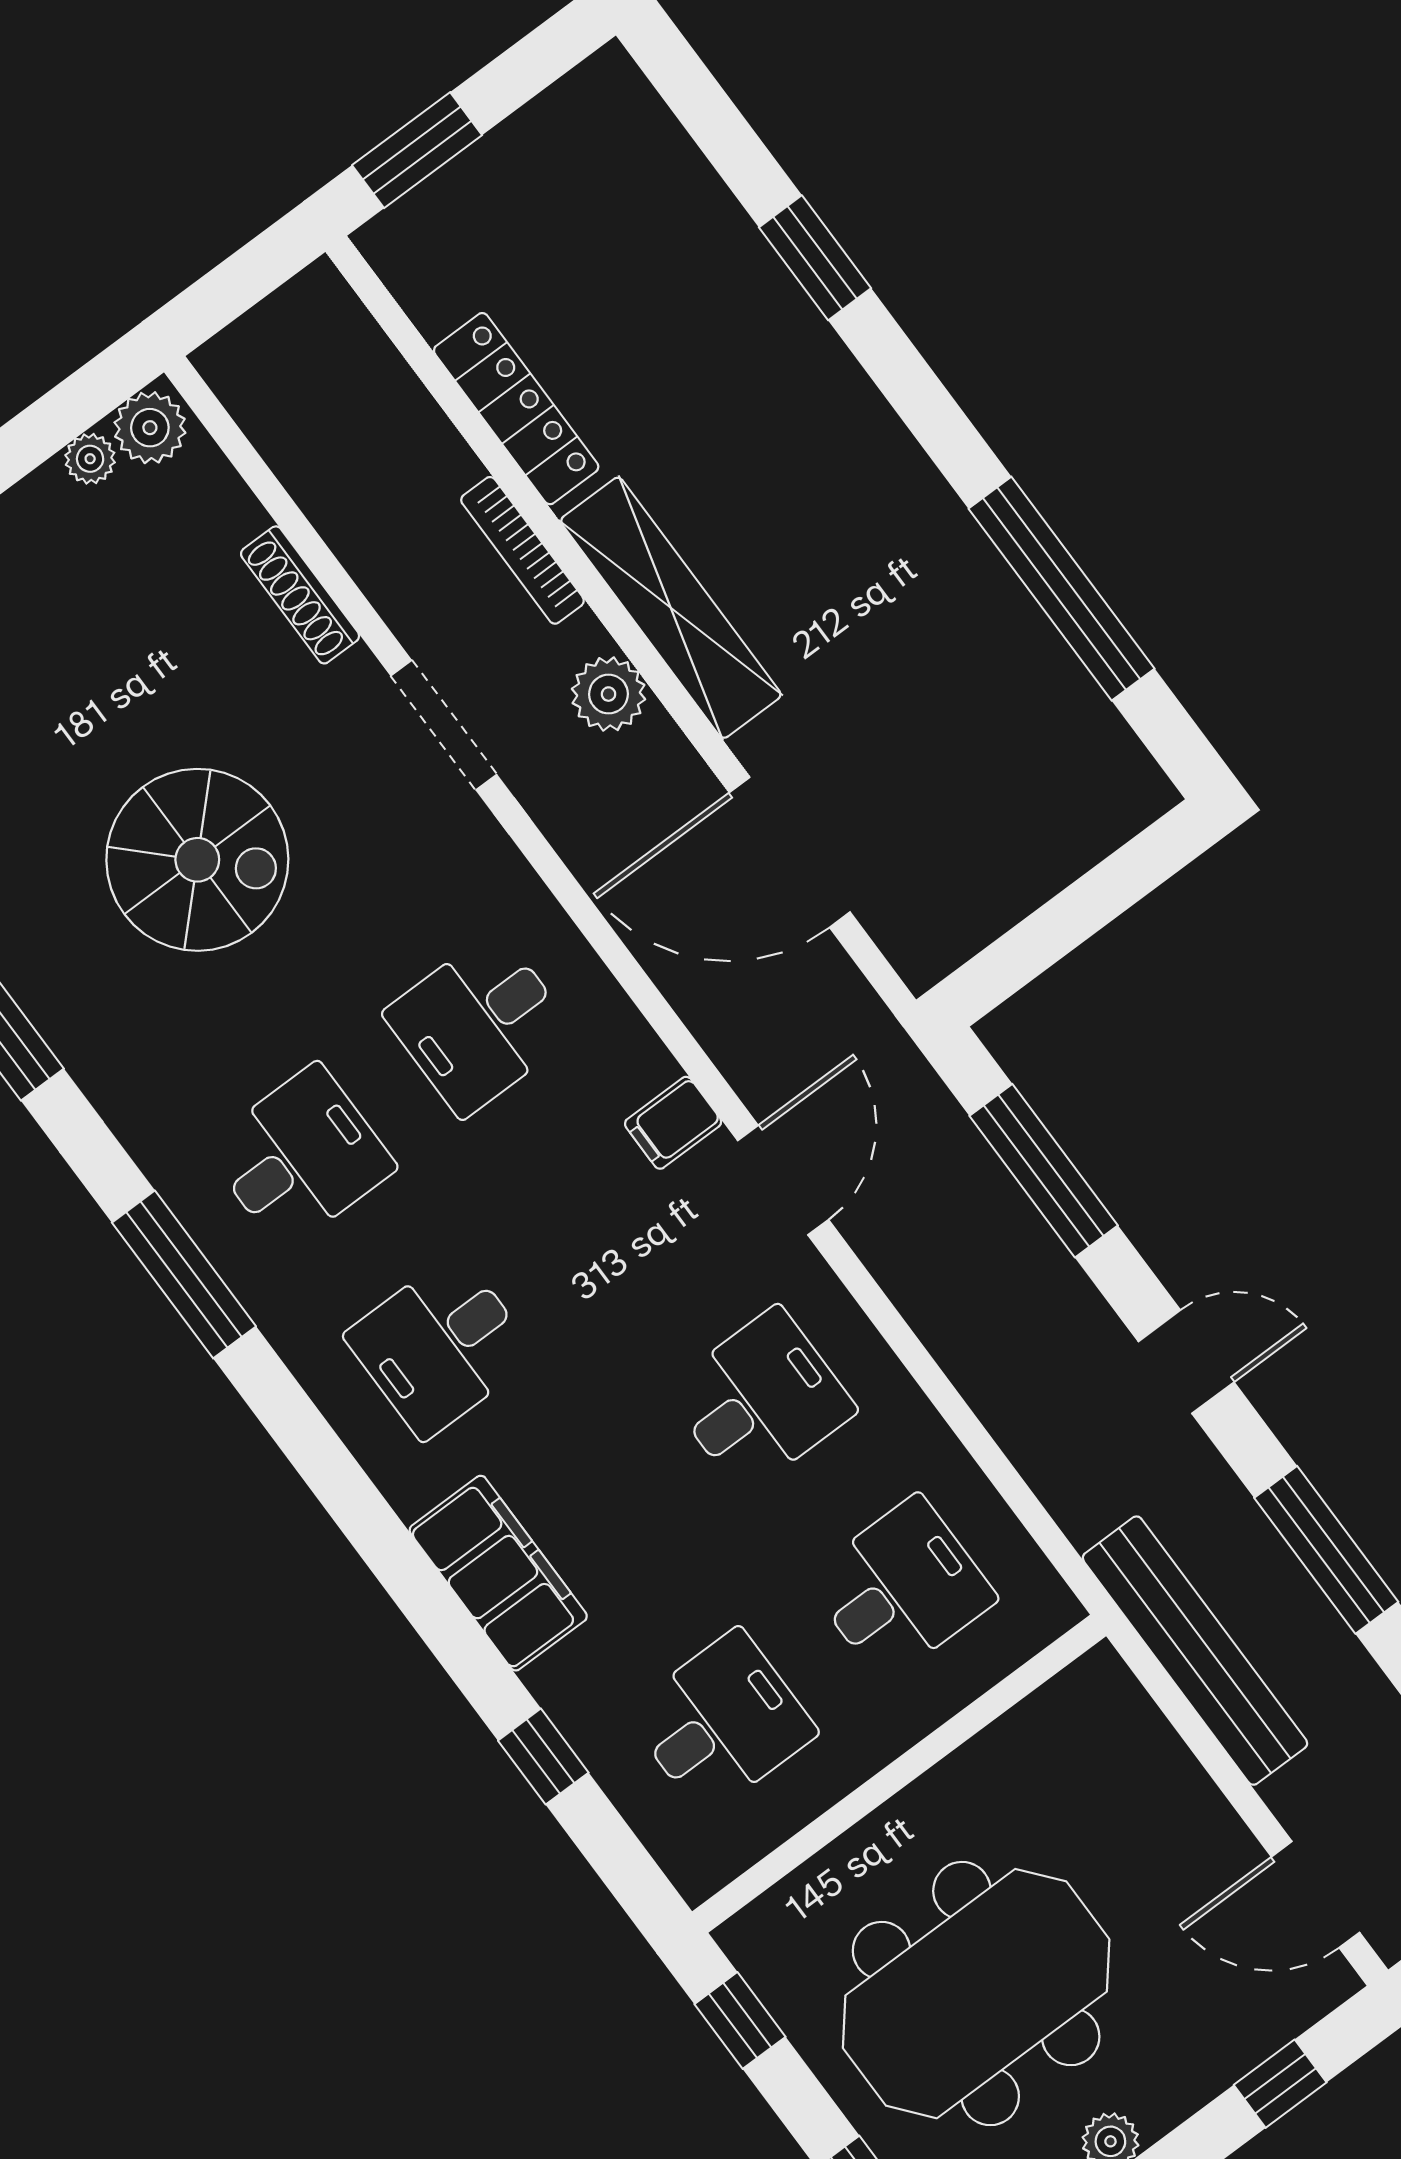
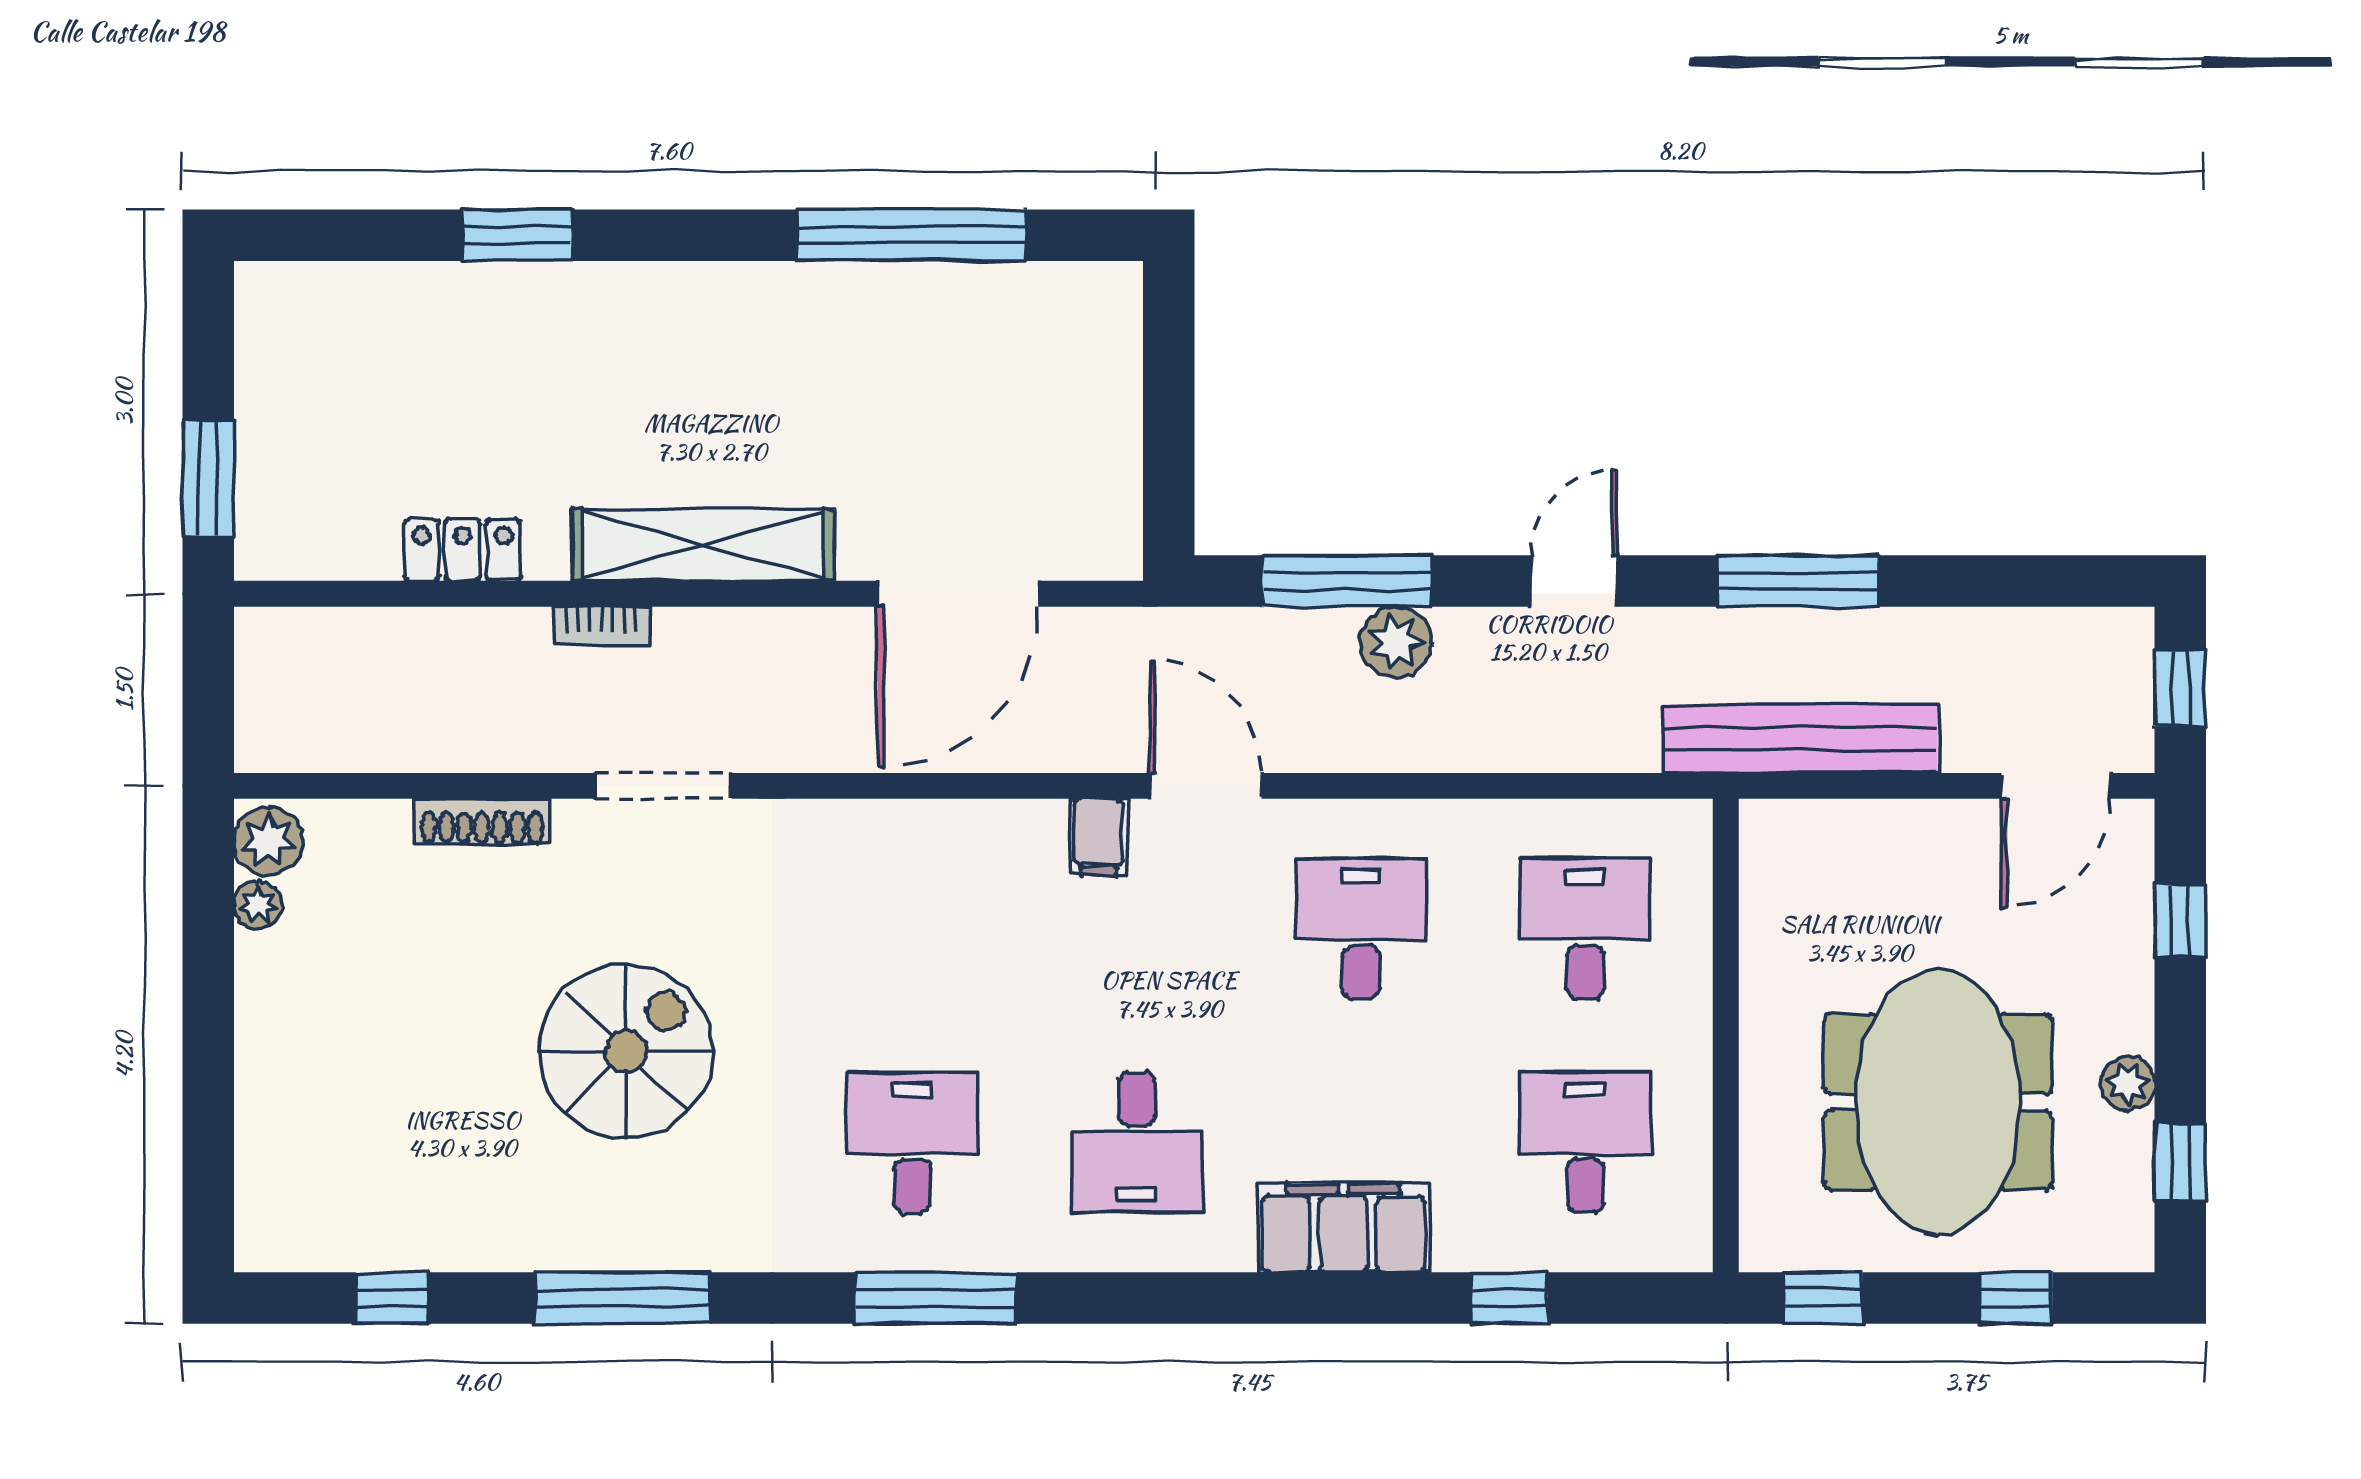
locker: (516, 409) -> (463, 550), width x0.66
bookcase: (522, 550) -> (602, 626), width x0.64
plant: (609, 694) -> (1396, 642), moved
desk: (480, 1023) -> (912, 929), removed

